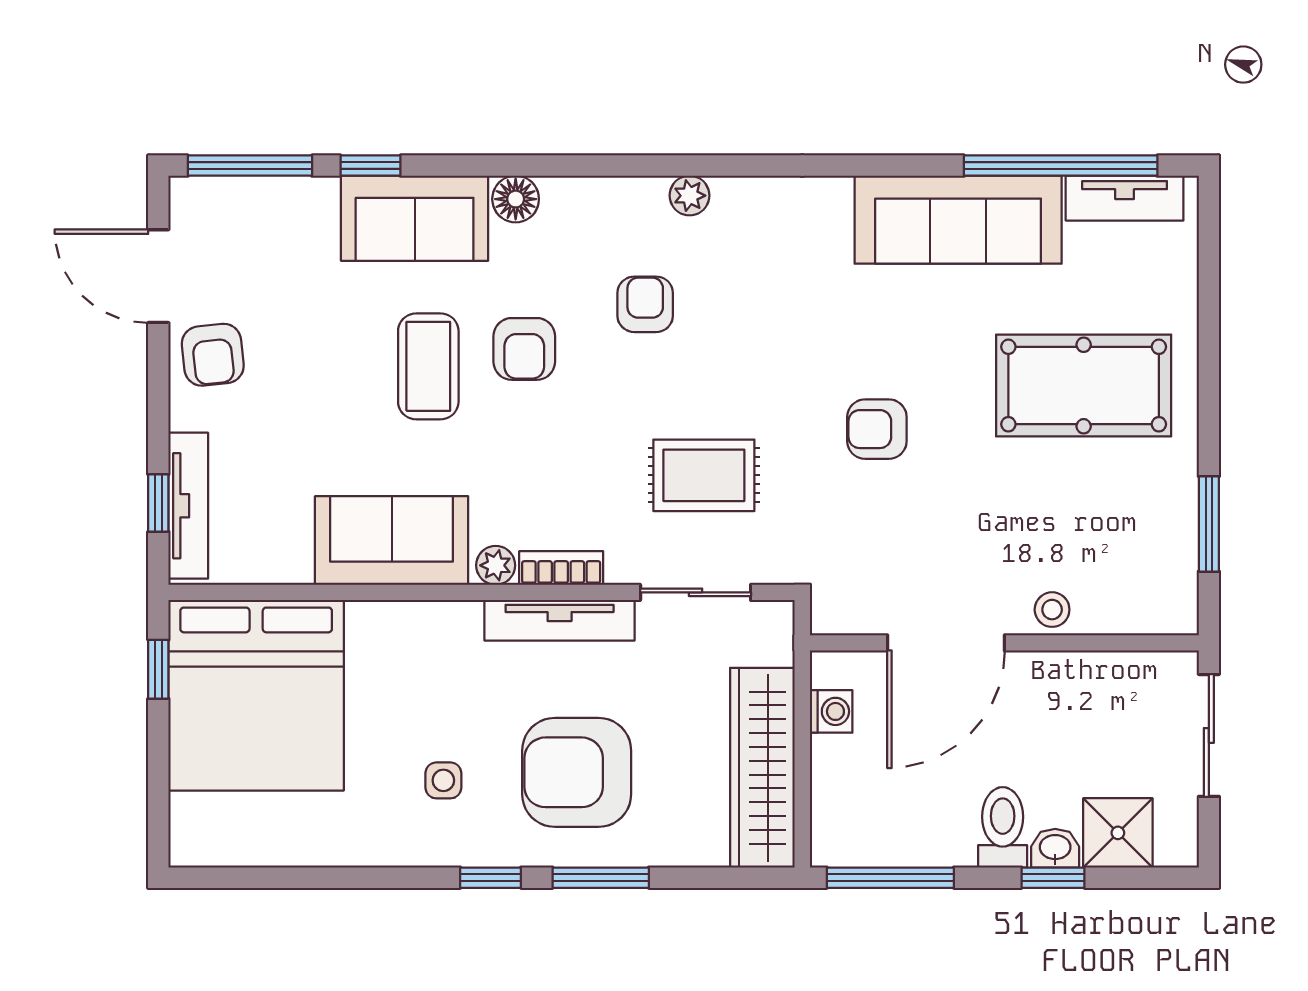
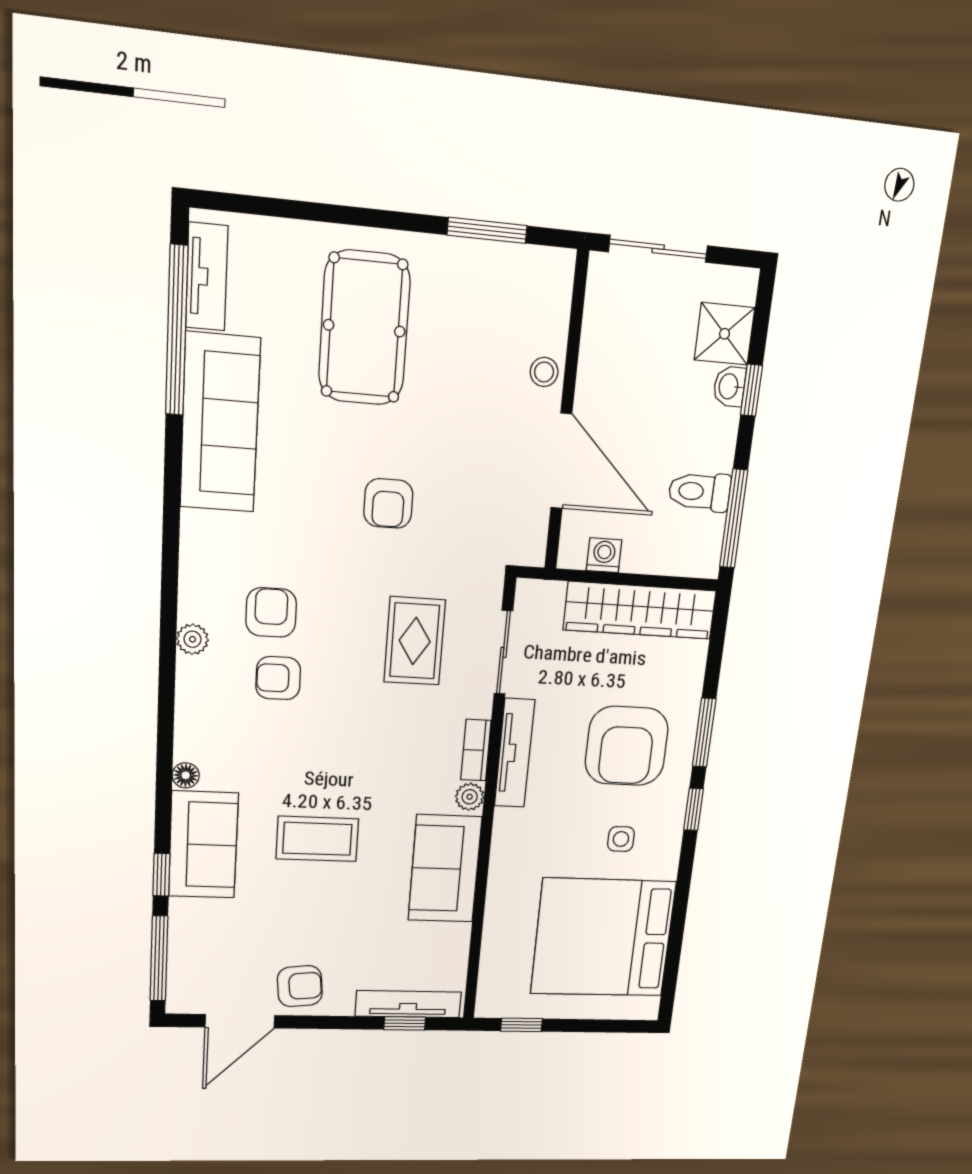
floor lamp: (516, 199) -> (186, 775), width x0.73, depth x0.73
armchair: (524, 349) -> (271, 612), moved, turned -90
bed: (256, 695) -> (603, 938), moved, turned 180
toilet: (1003, 827) -> (700, 492), moved

